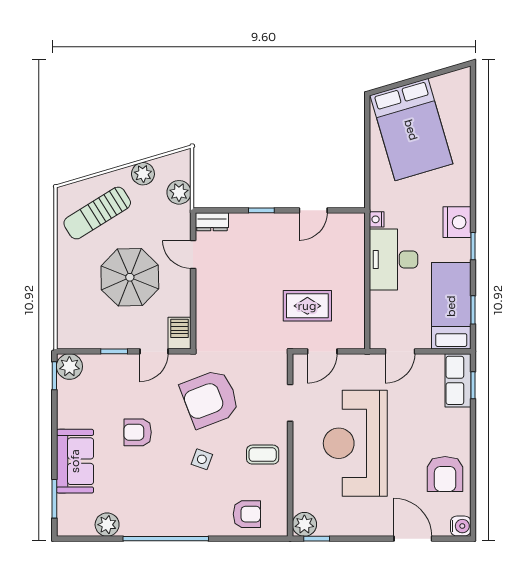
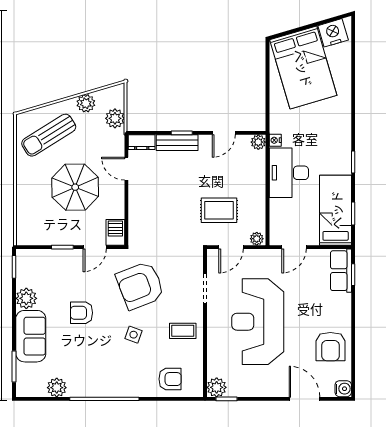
bench: (256, 222) -> (177, 143), added
plant: (356, 222) -> (258, 142), added
nightstand: (457, 222) -> (333, 33), moved, turned -106
plant: (354, 341) -> (257, 239), added
plant: (69, 366) -> (26, 298), moved

